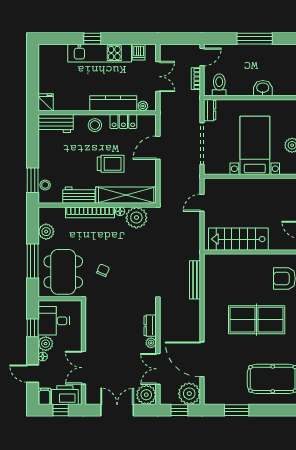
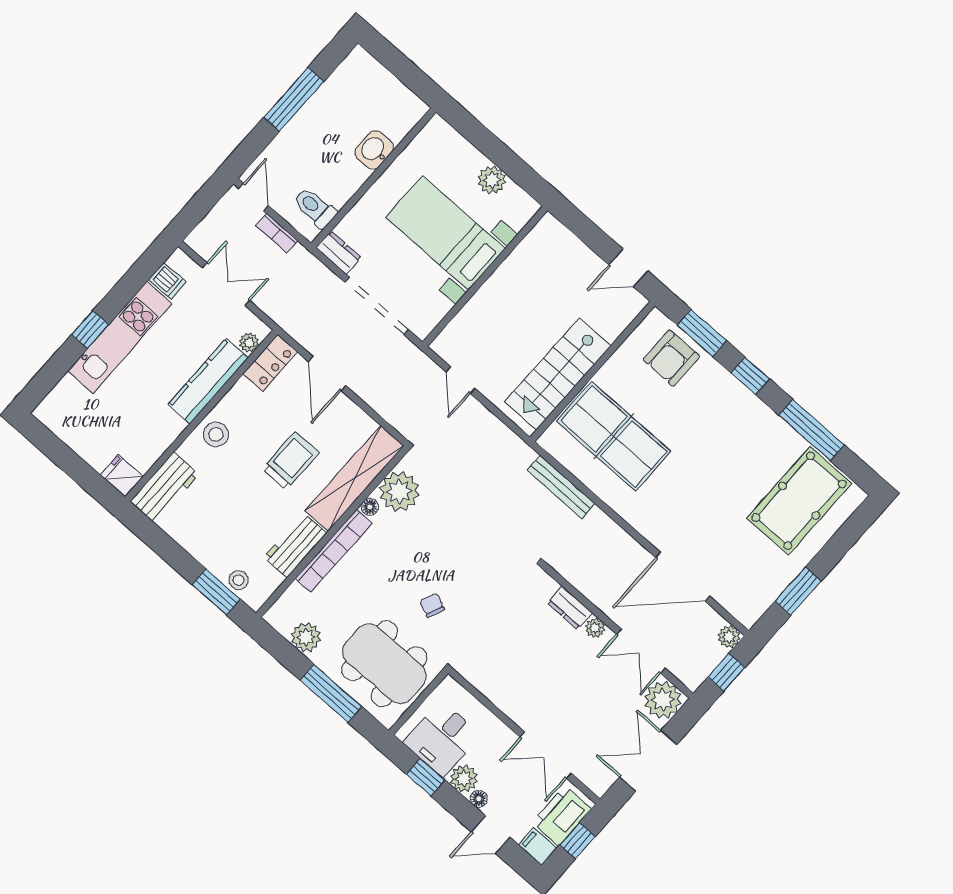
locker: (123, 121) -> (270, 363), moved
table tennis table: (257, 320) -> (614, 436), moved, turned 90
plant: (189, 394) -> (729, 637), width x0.53, depth x0.53

